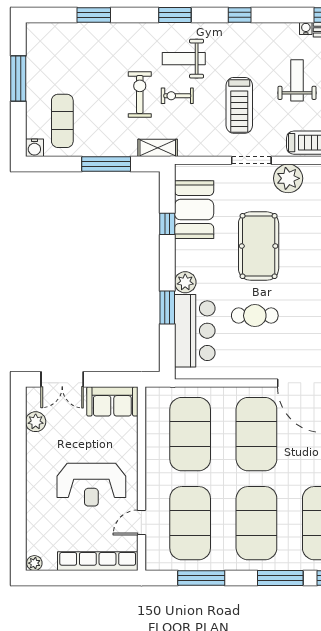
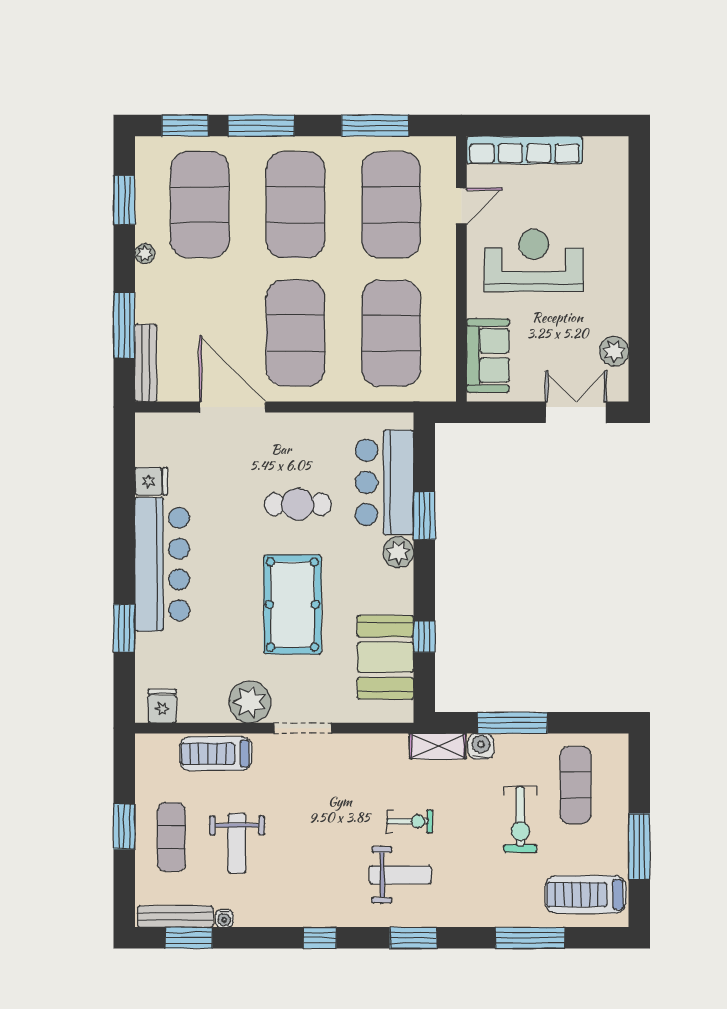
window: (94, 15) -> (530, 938), width x1.44
exercise bike: (140, 95) -> (520, 819), moved
treadmill: (239, 105) -> (586, 895), moved, turned -90
water cooler: (34, 148) -> (481, 746), moved
sofa: (112, 401) -> (488, 355), moved, turned 90
plant: (34, 563) -> (616, 147), removed

